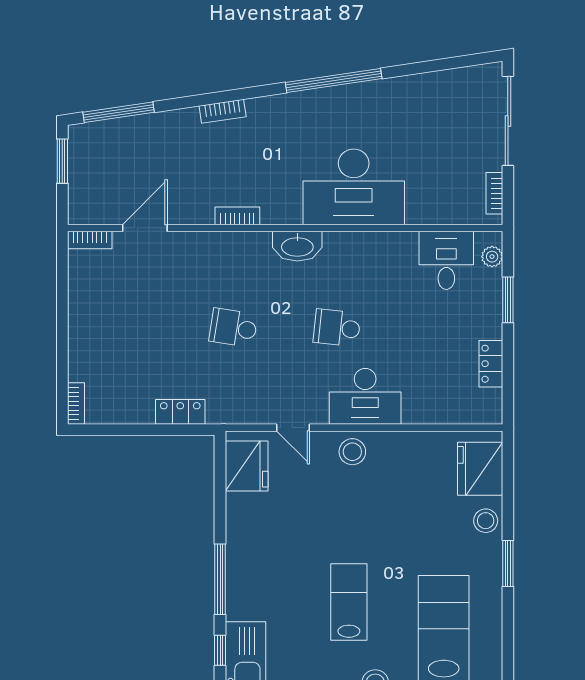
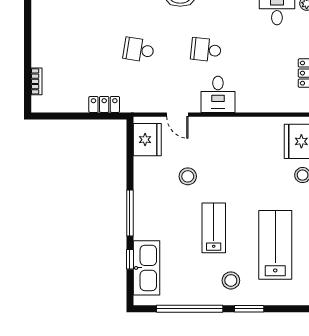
desk: (365, 396) -> (218, 94), width x0.73
bookcase: (76, 404) -> (36, 81), moved
stool: (352, 452) -> (188, 176), moved

